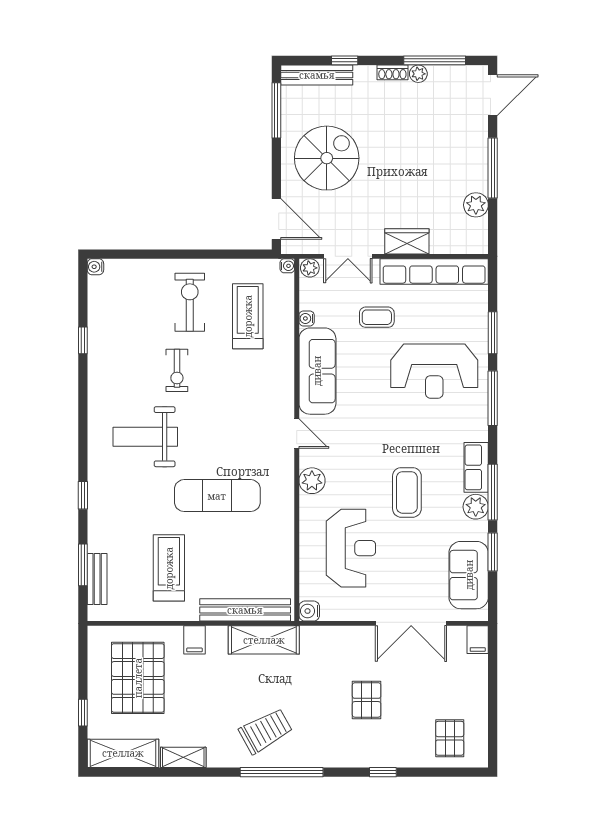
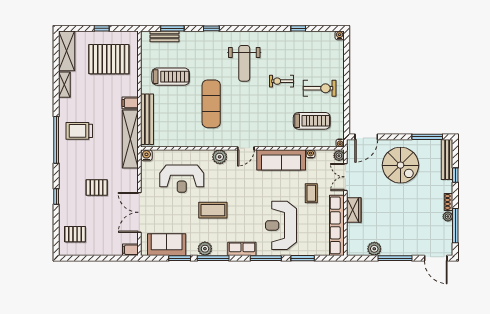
weight bench: (145, 437) -> (244, 63), turned 180
row of seats: (476, 467) -> (242, 249), moved
filing cabinet: (194, 640) -> (130, 103), moved
shelving: (264, 640) -> (130, 139), width x1.47
window: (83, 713) -> (102, 28), moved
trolley: (266, 731) -> (79, 131), turned 119

